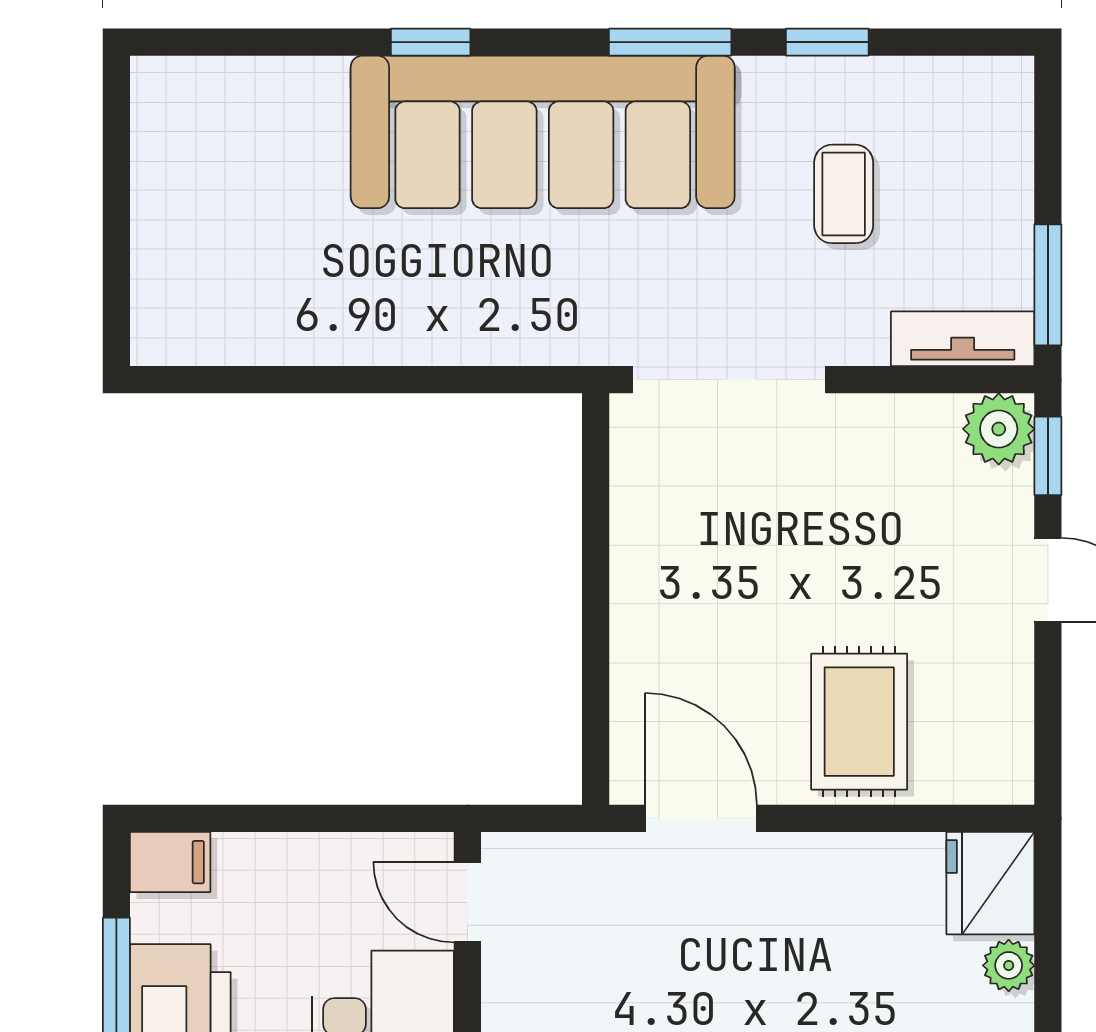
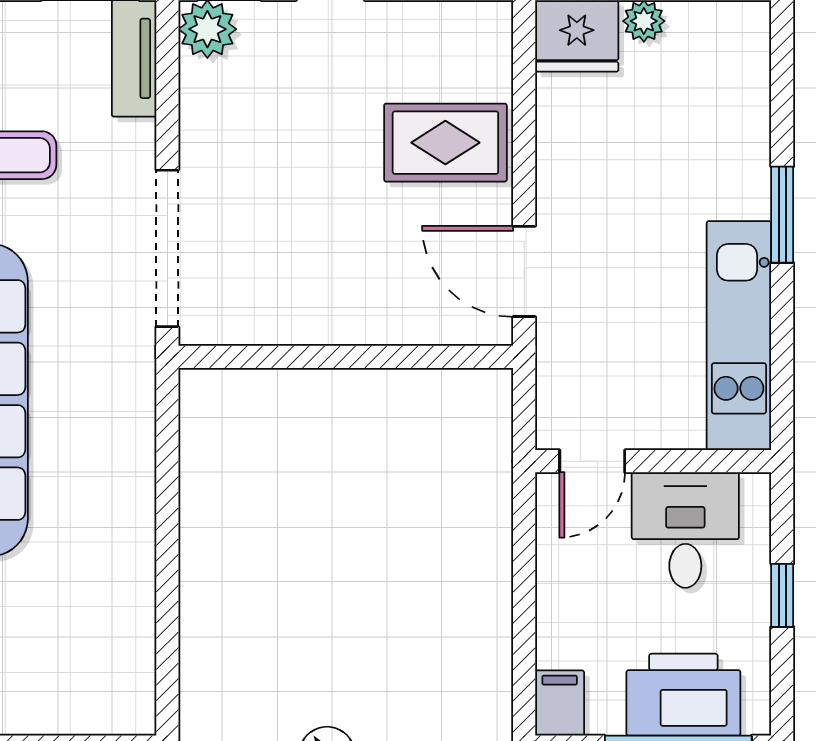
door: (701, 818) -> (524, 271), hinge flipped

